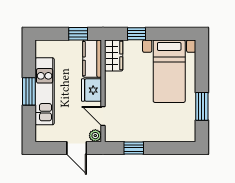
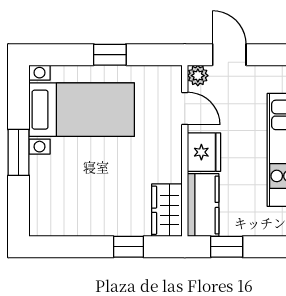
bed with nightstands: (169, 71) -> (82, 110), moved, turned 90
window: (202, 106) -> (19, 152), moved
window: (134, 148) -> (110, 55), moved

